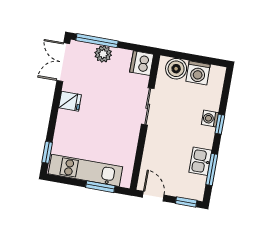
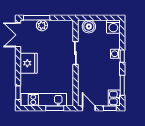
dishwasher: (142, 63) -> (67, 27), removed
washing machine: (198, 73) -> (113, 27), moved
fridge: (70, 101) -> (29, 63), width x1.88, depth x1.34
kitchen sink: (200, 161) -> (114, 98), moved

